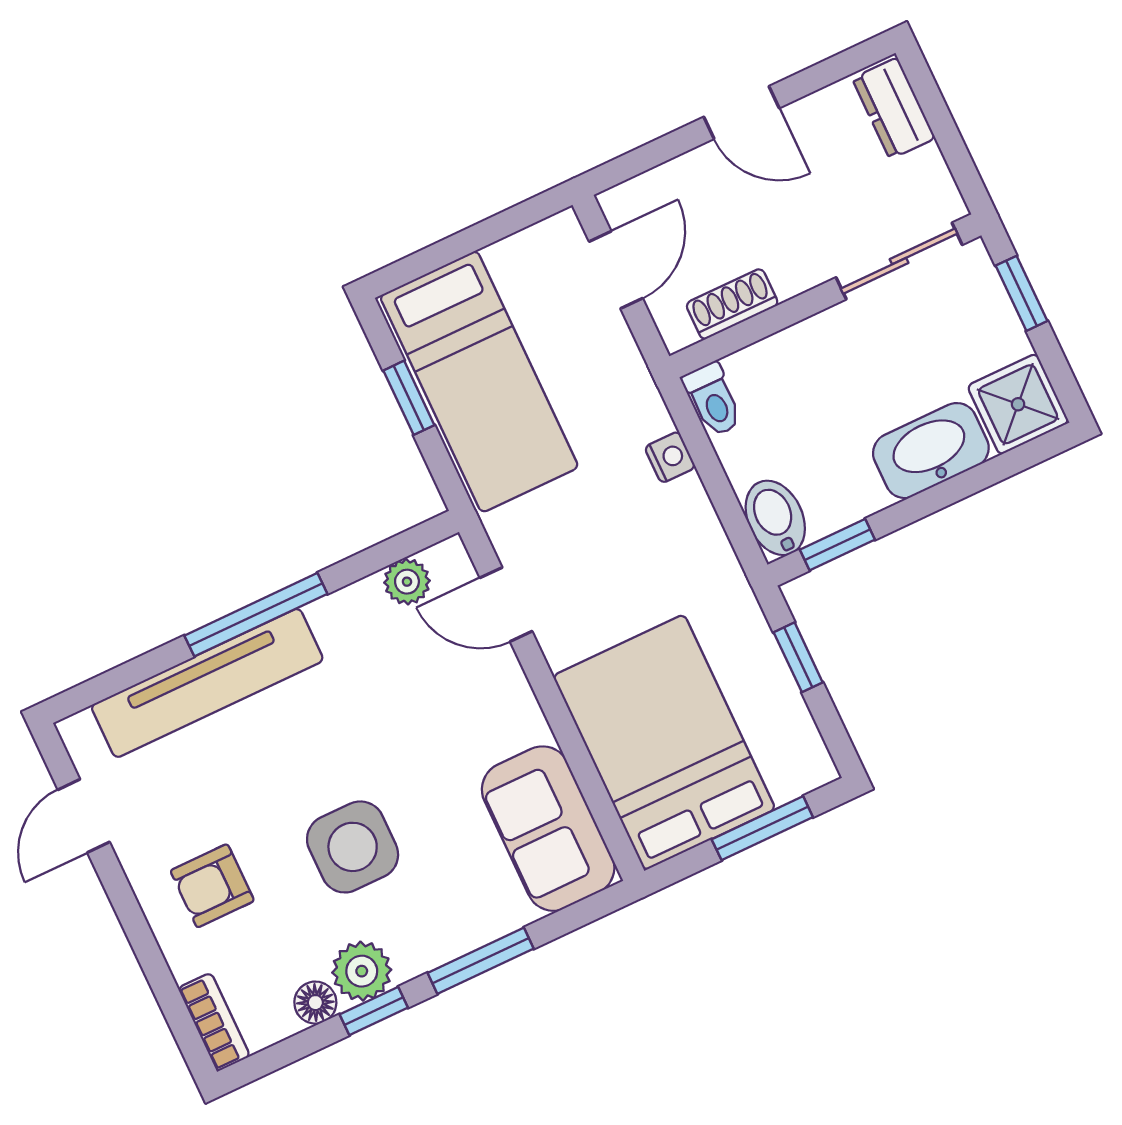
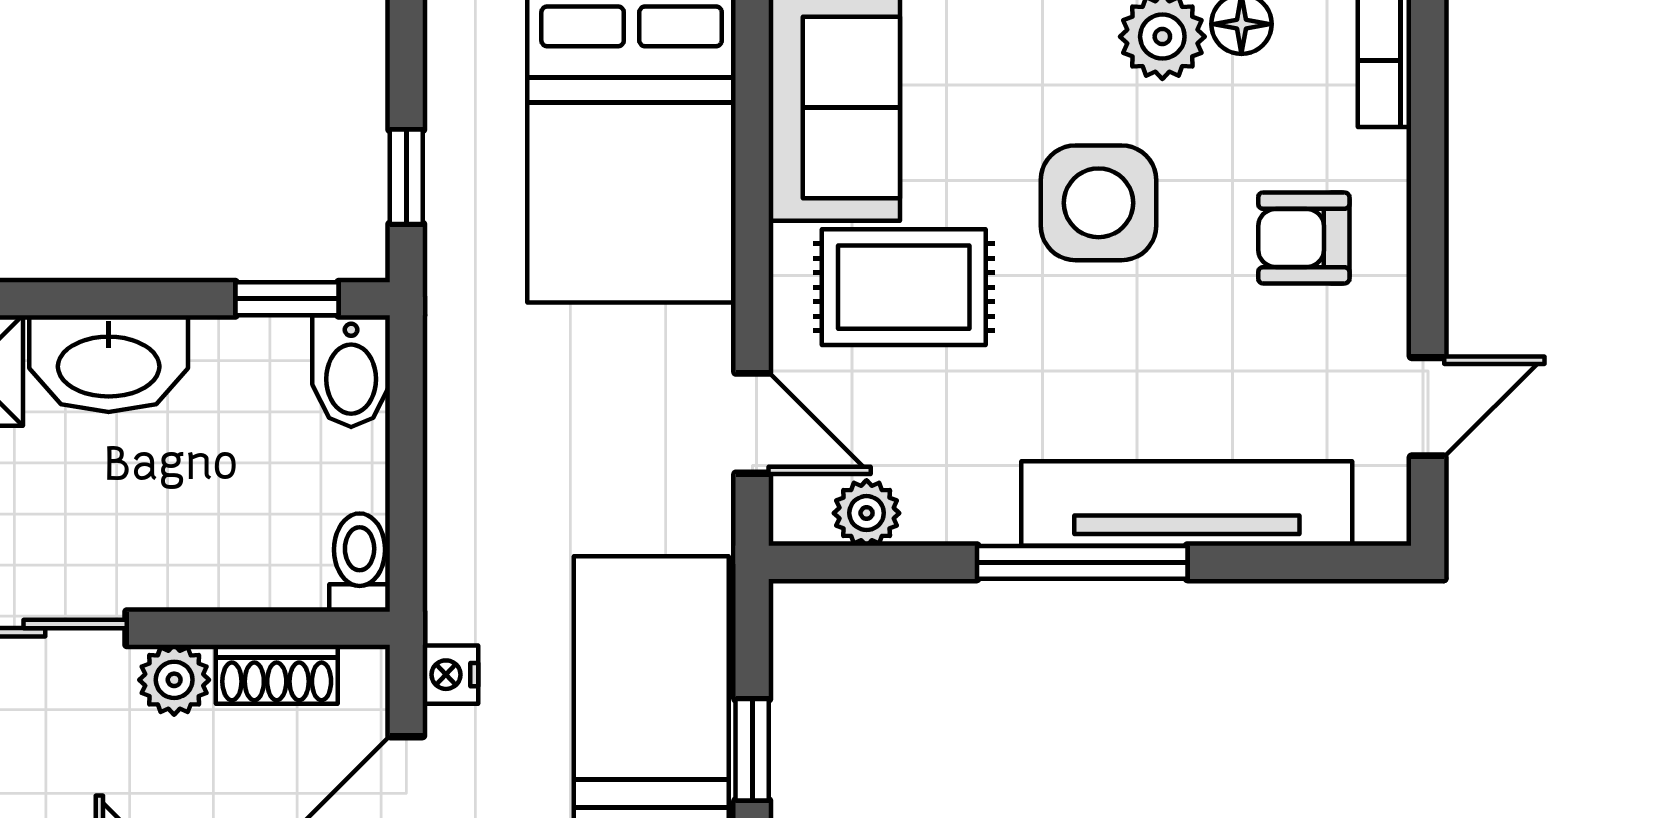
plant: (795, 270) -> (174, 680), added
nightstand: (670, 457) -> (450, 675), moved
rug: (451, 736) -> (904, 287), added
armchair: (212, 886) -> (1304, 238), turned 180

